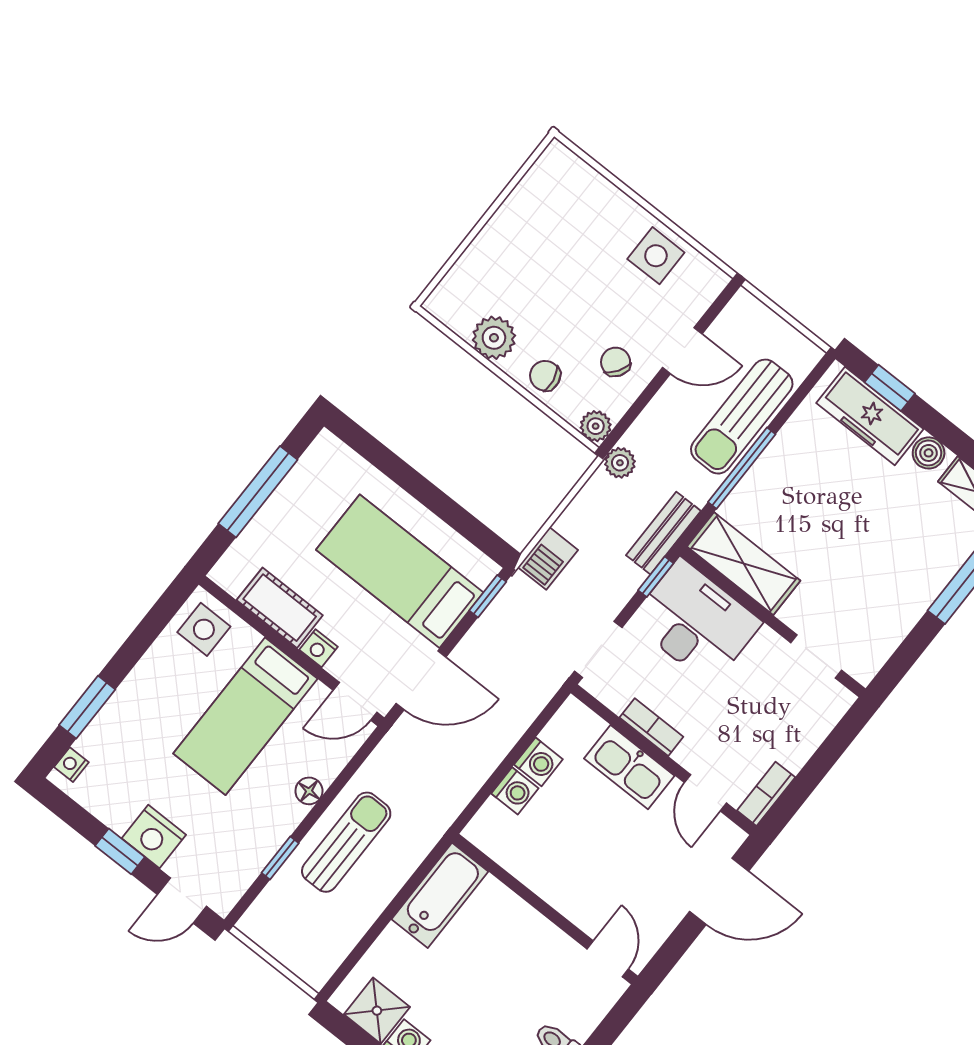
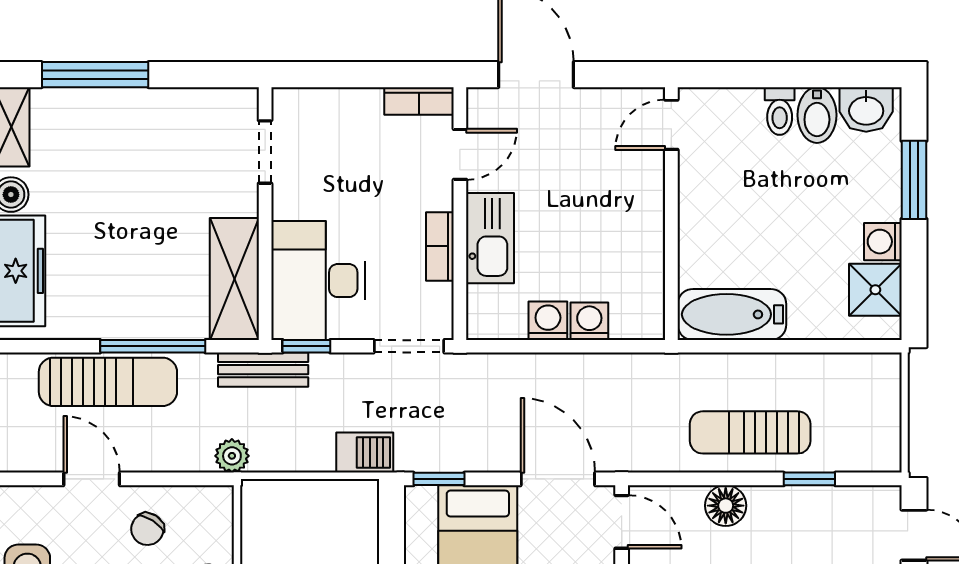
plant: (596, 426) -> (217, 502), removed
floor lamp: (309, 791) -> (726, 506), width x1.37, depth x1.37

